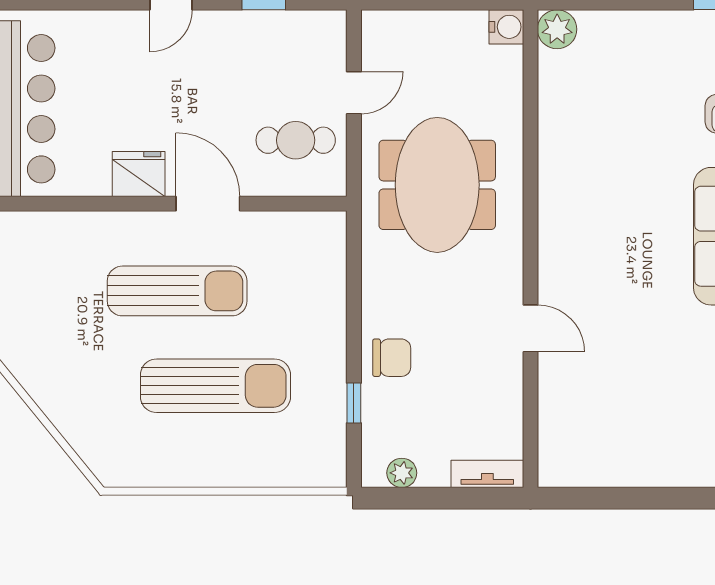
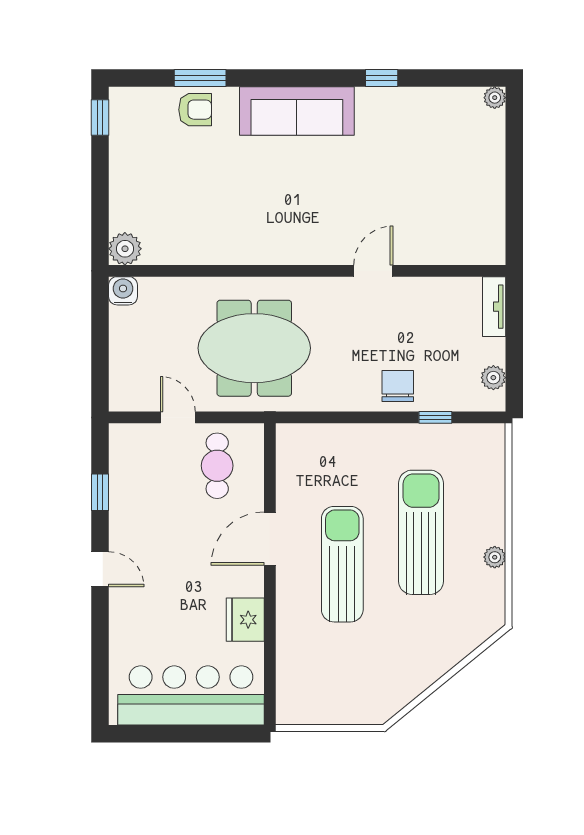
fridge: (139, 174) -> (245, 620), moved
plant: (186, 475) -> (495, 557), added

